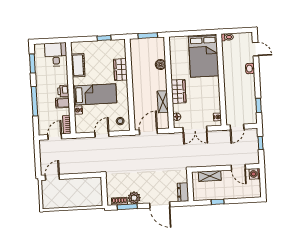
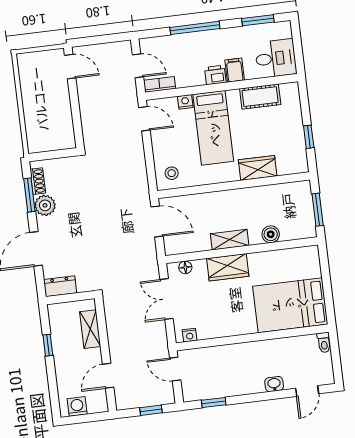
shelving: (163, 102) -> (230, 240), moved
filing cabinet: (63, 103) -> (235, 70), moved
door: (102, 134) -> (144, 119), moved
washing machine: (255, 174) -> (77, 406), moved

